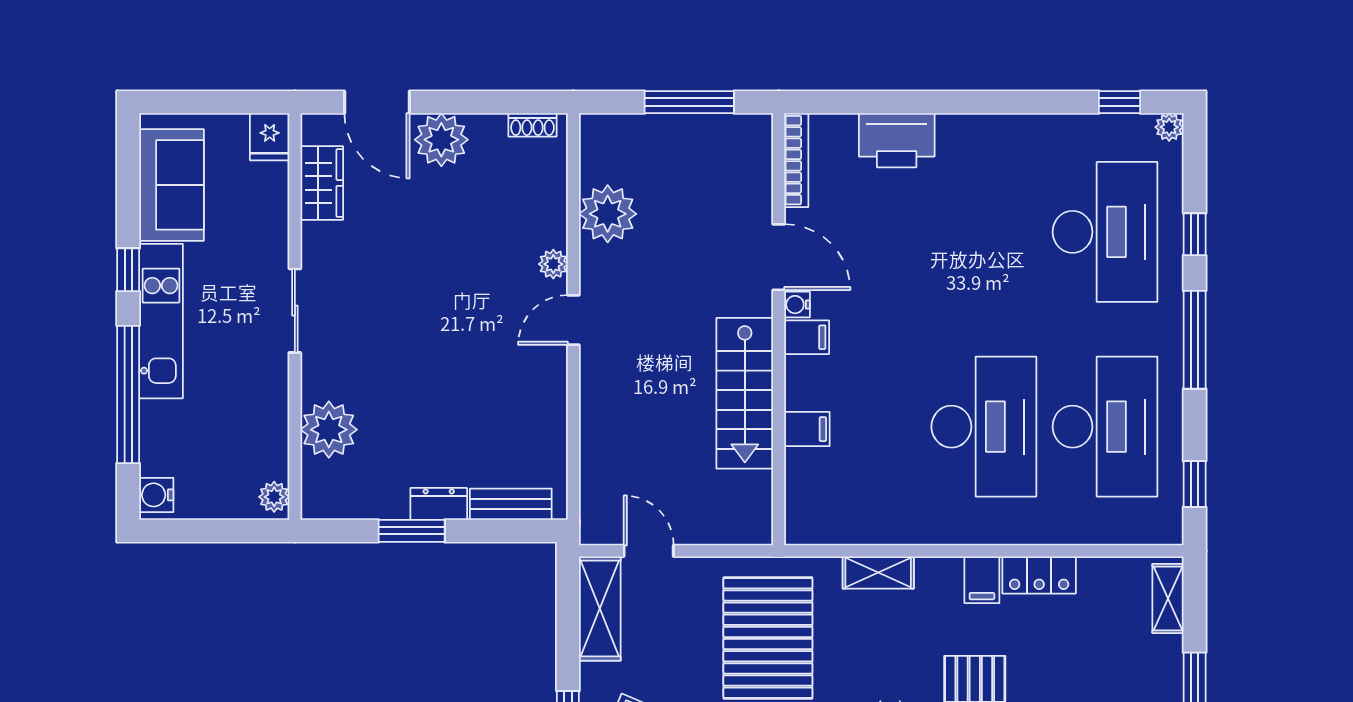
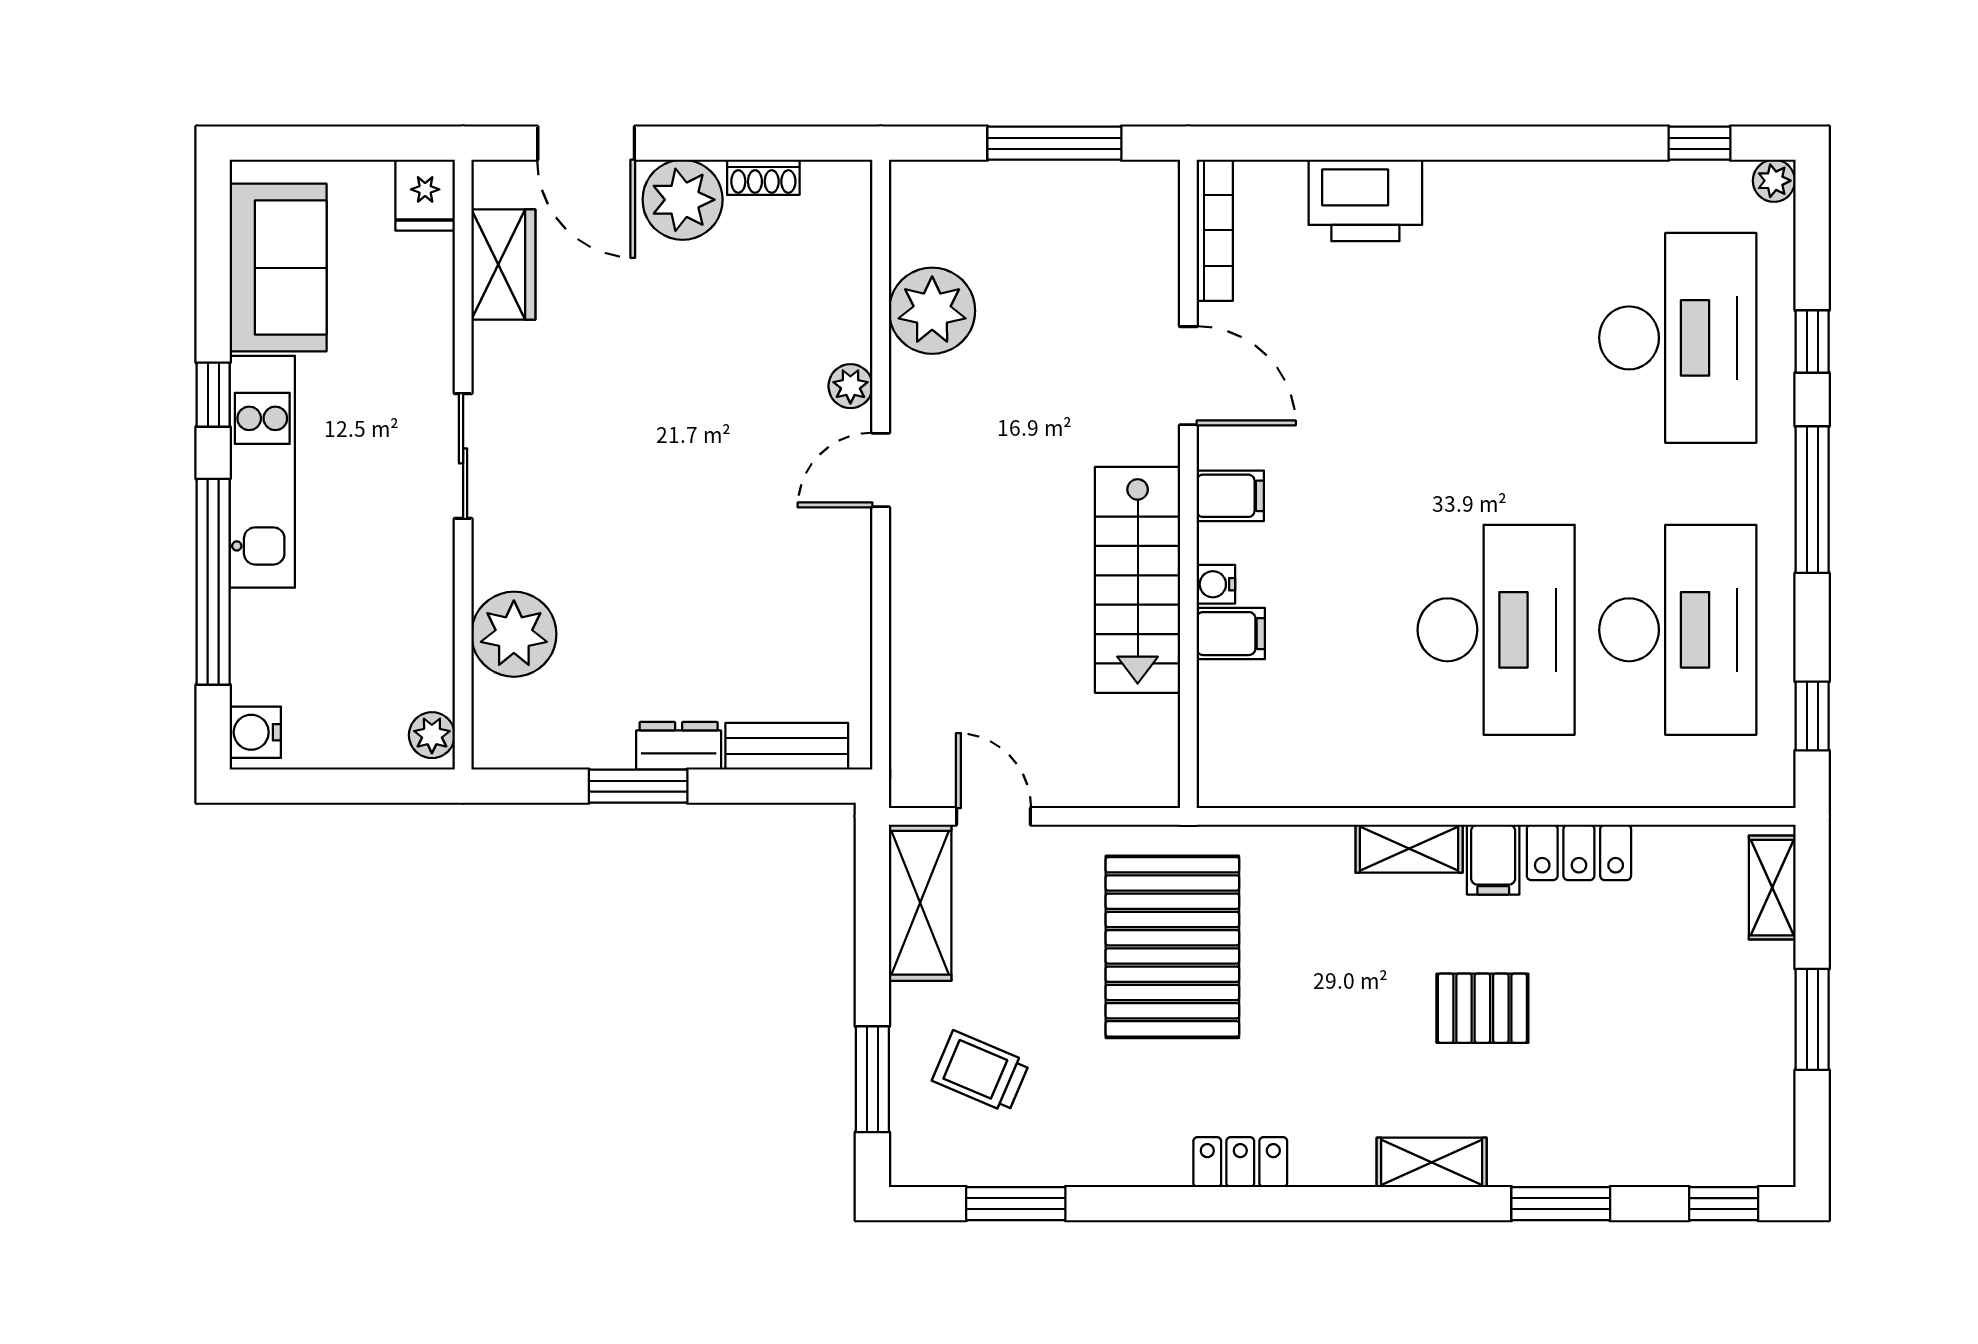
shoe rack: (532, 125) -> (763, 177), moved
water cooler: (797, 305) -> (1216, 584), moved
shelving: (878, 572) -> (1409, 849), moved

